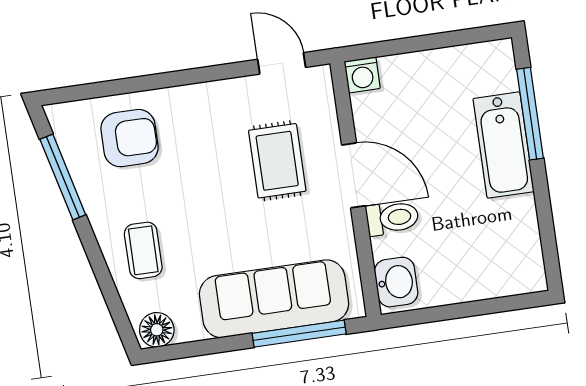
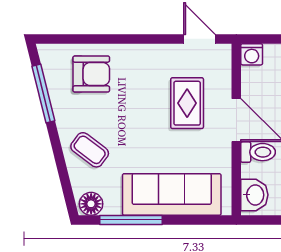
coffee table: (143, 250) -> (90, 150), turned -53
window: (299, 334) -> (131, 220), moved

